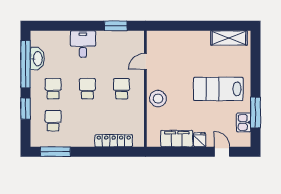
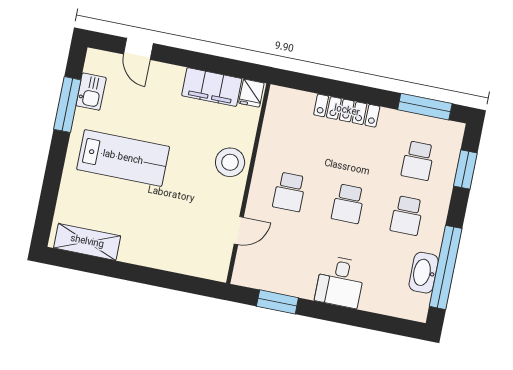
window: (26, 109) -> (465, 170), moved
fridge: (200, 140) -> (251, 93), moved
locker: (114, 141) -> (347, 111), moved

